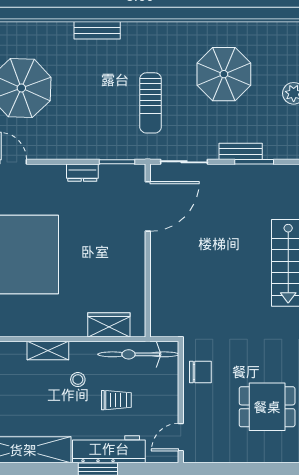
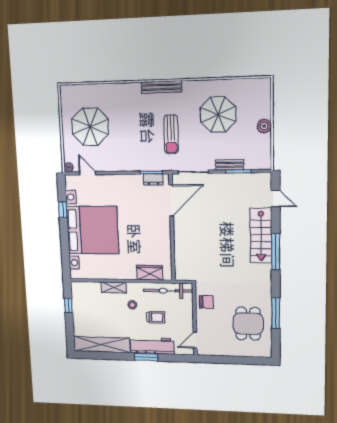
bench: (97, 30) -> (161, 87), moved, width x1.36
dresser: (82, 173) -> (153, 179), moved
dining table: (267, 407) -> (248, 324), turned 90

